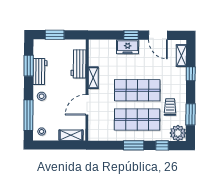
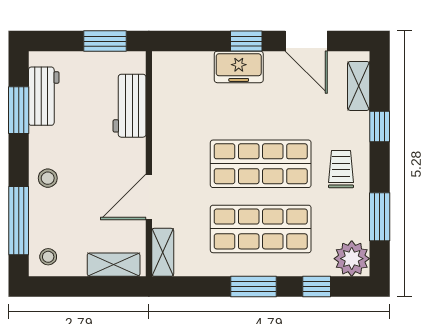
window: (55, 35) -> (105, 41), moved
workbench: (40, 71) -> (44, 96), moved
shelving: (93, 78) -> (163, 252), moved
trolley: (170, 107) -> (341, 169), moved

